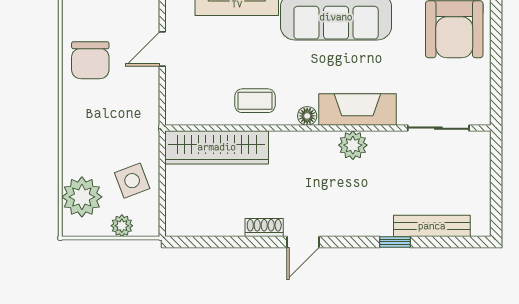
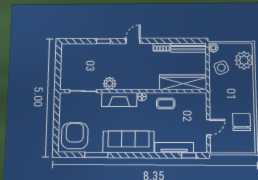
plant: (353, 145) -> (110, 84), moved
plant: (122, 226) -> (213, 48), moved
bench: (432, 226) -> (188, 48), moved
door: (303, 242) -> (133, 41), moved

